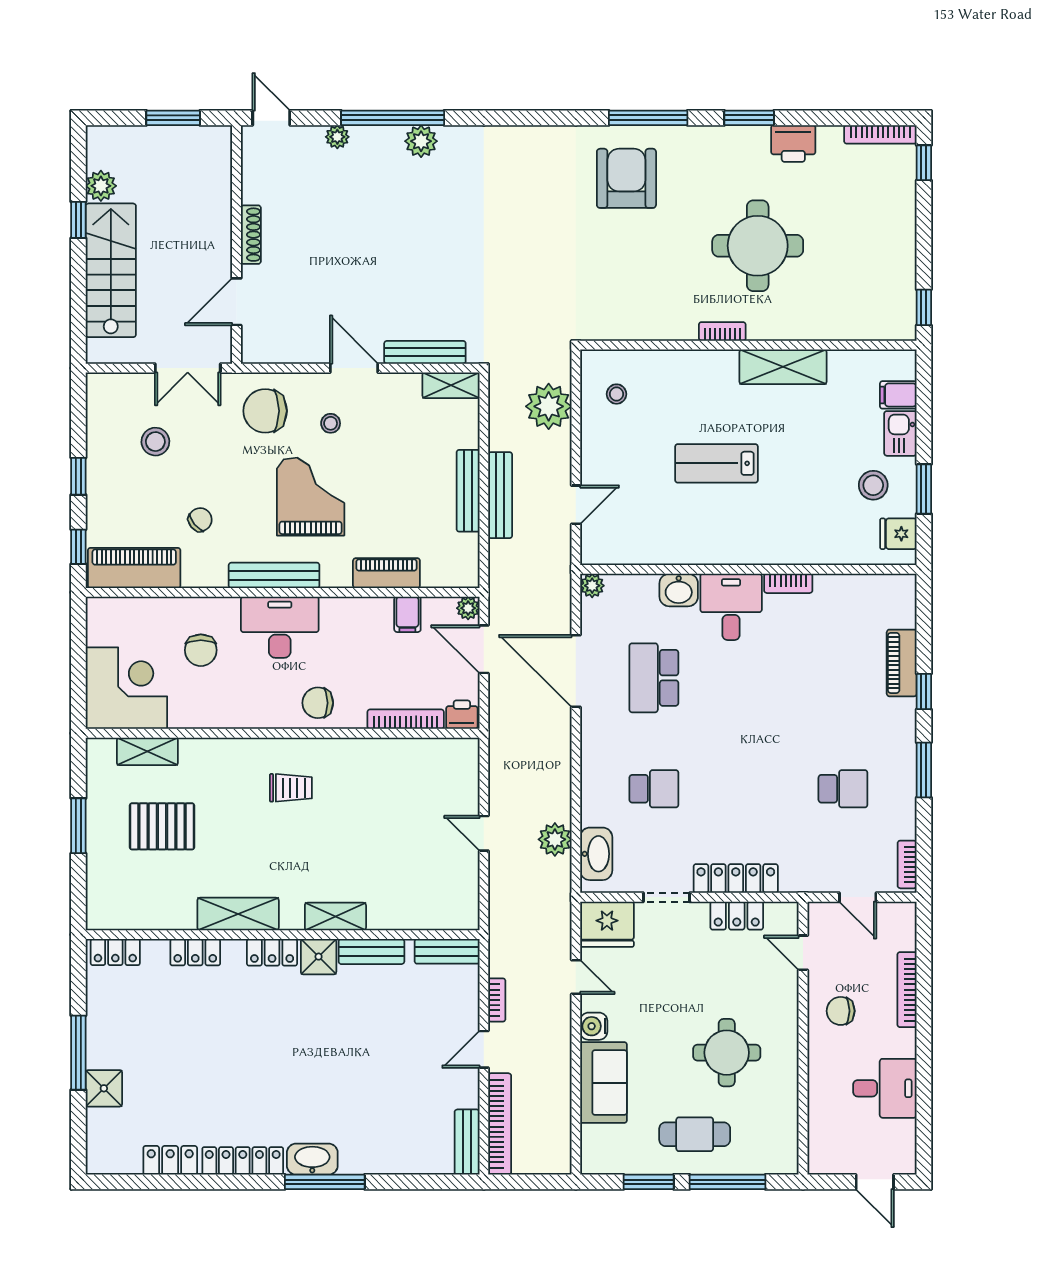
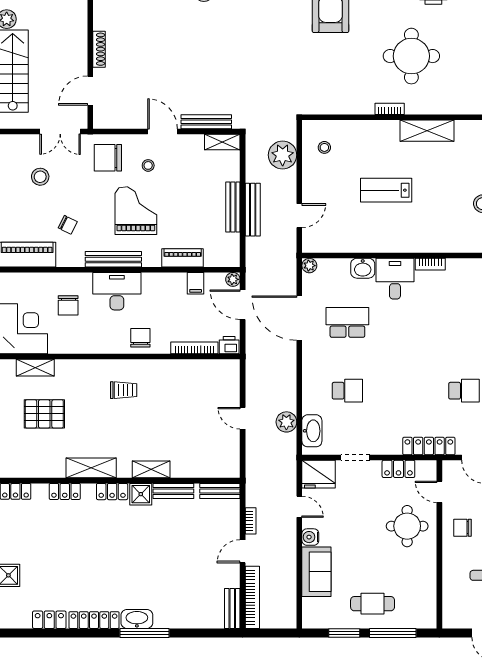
chair: (200, 520) -> (68, 225), turned 66
school desk: (654, 678) -> (347, 322), turned 90
chair: (318, 703) -> (140, 338), turned 90
locker: (736, 879) -> (429, 446), moved
round table: (727, 1053) -> (407, 526), moved

